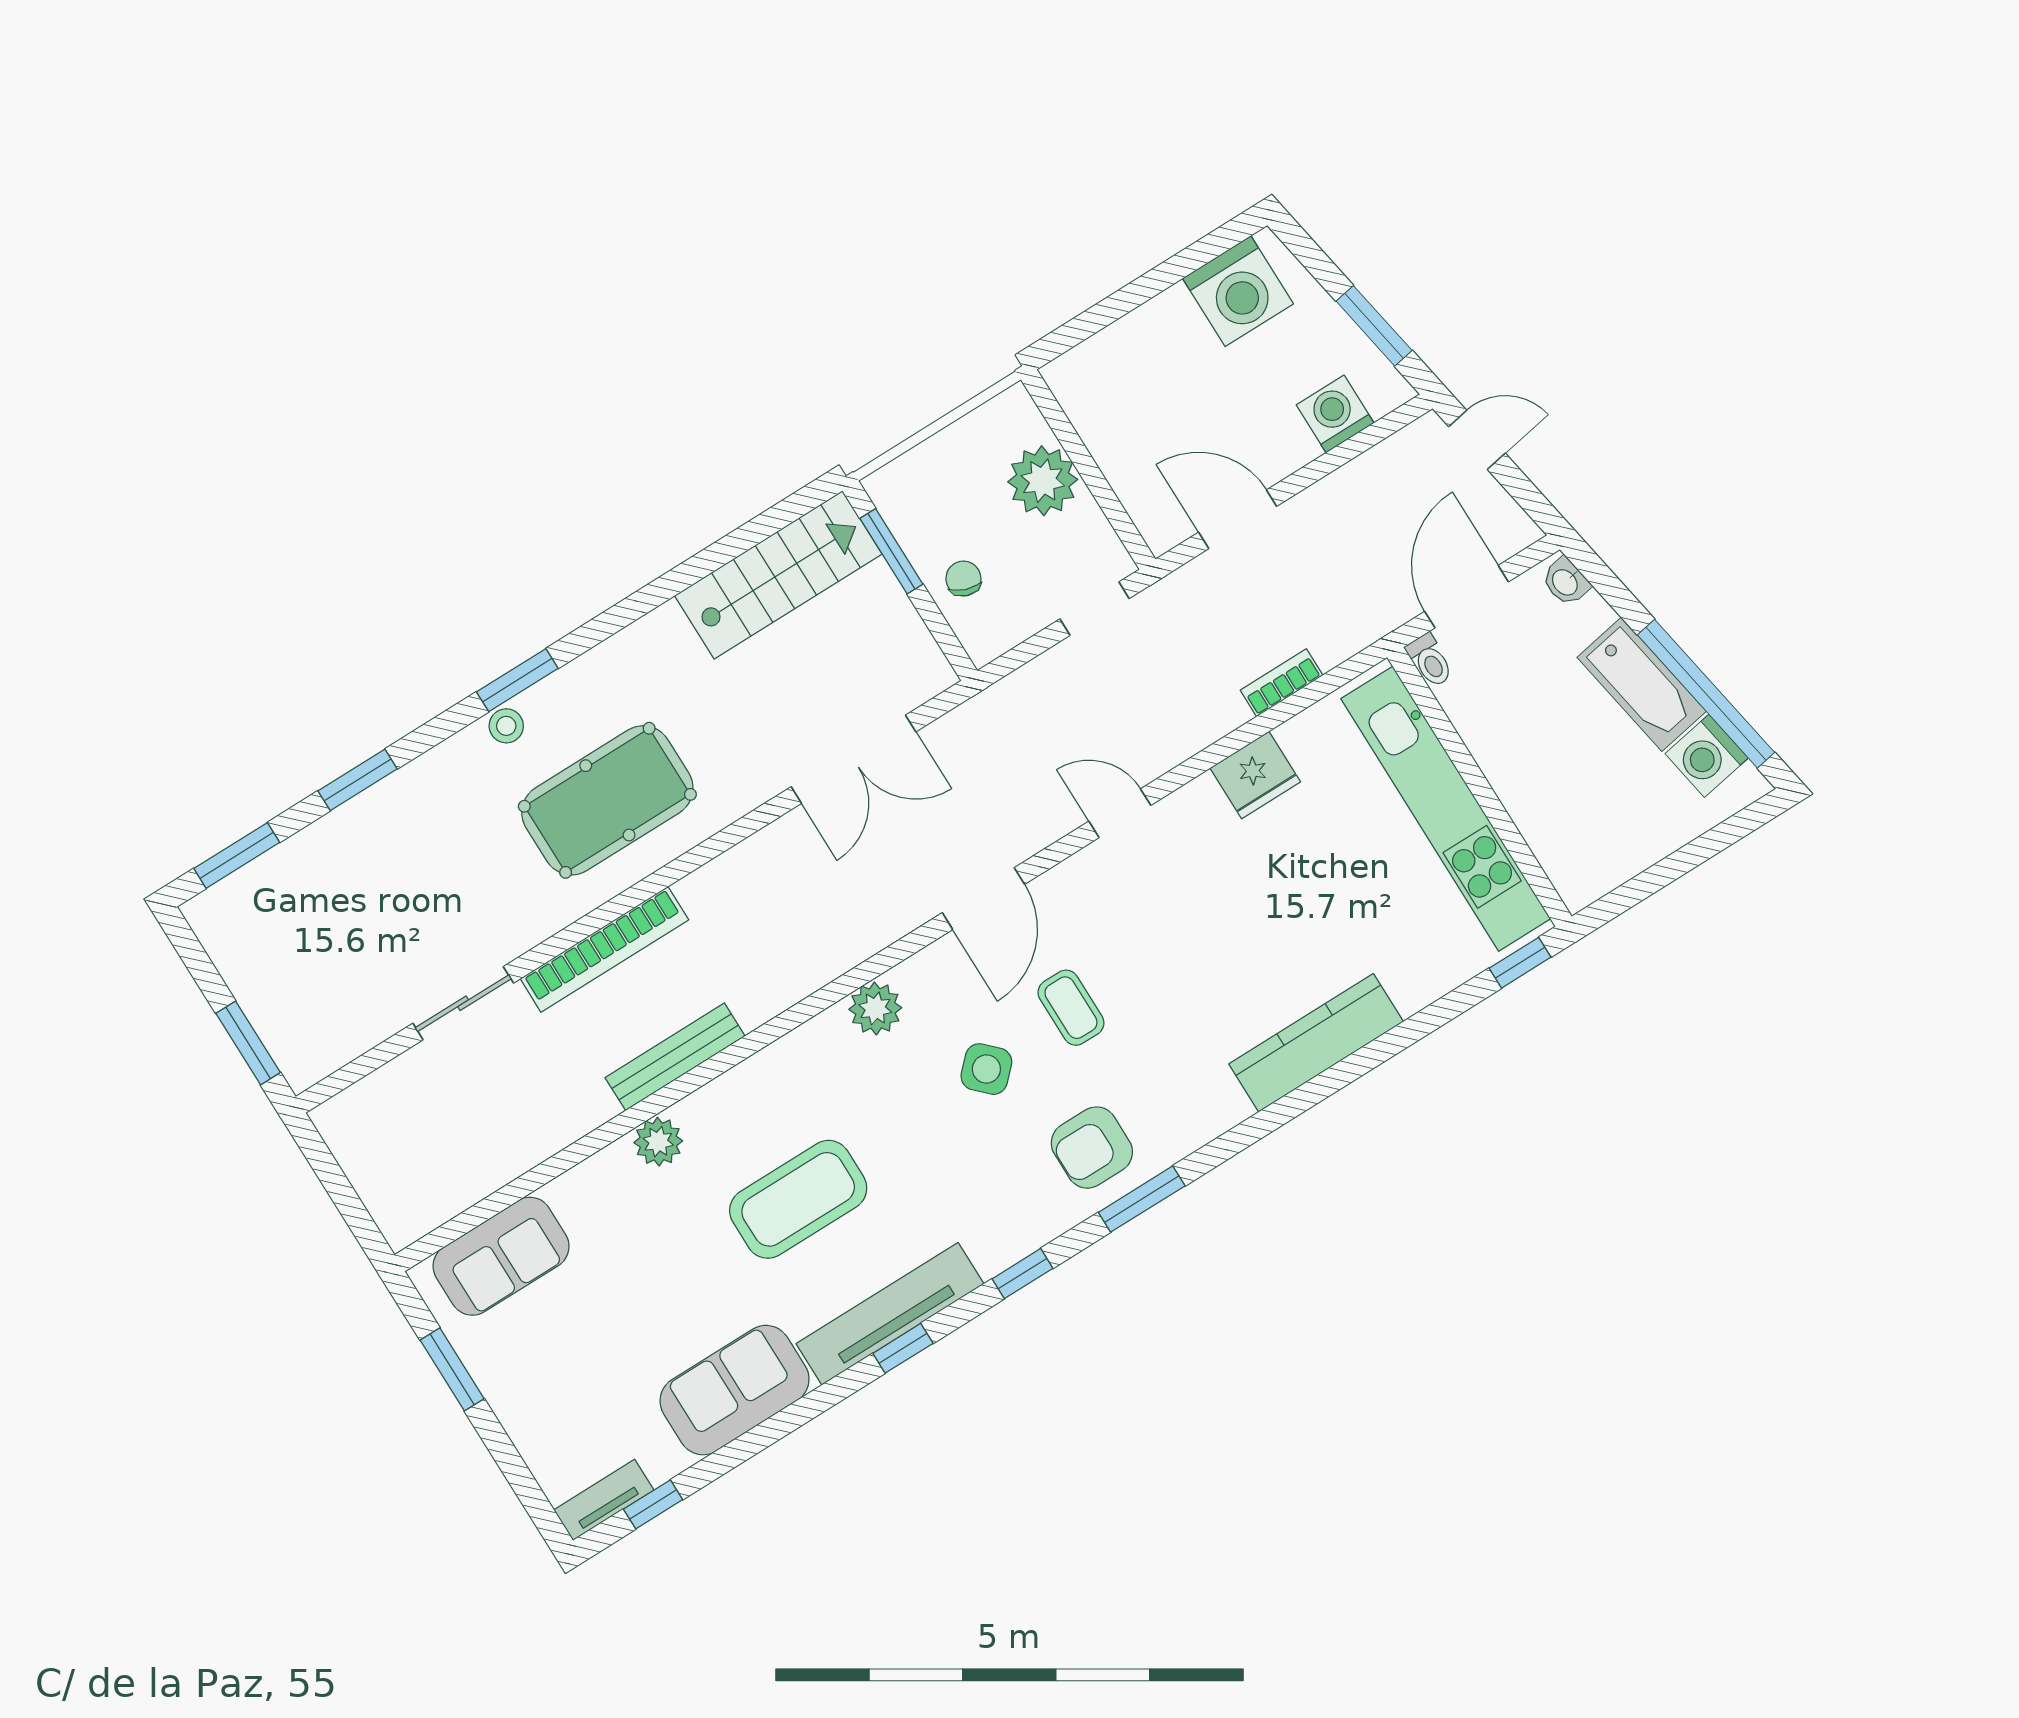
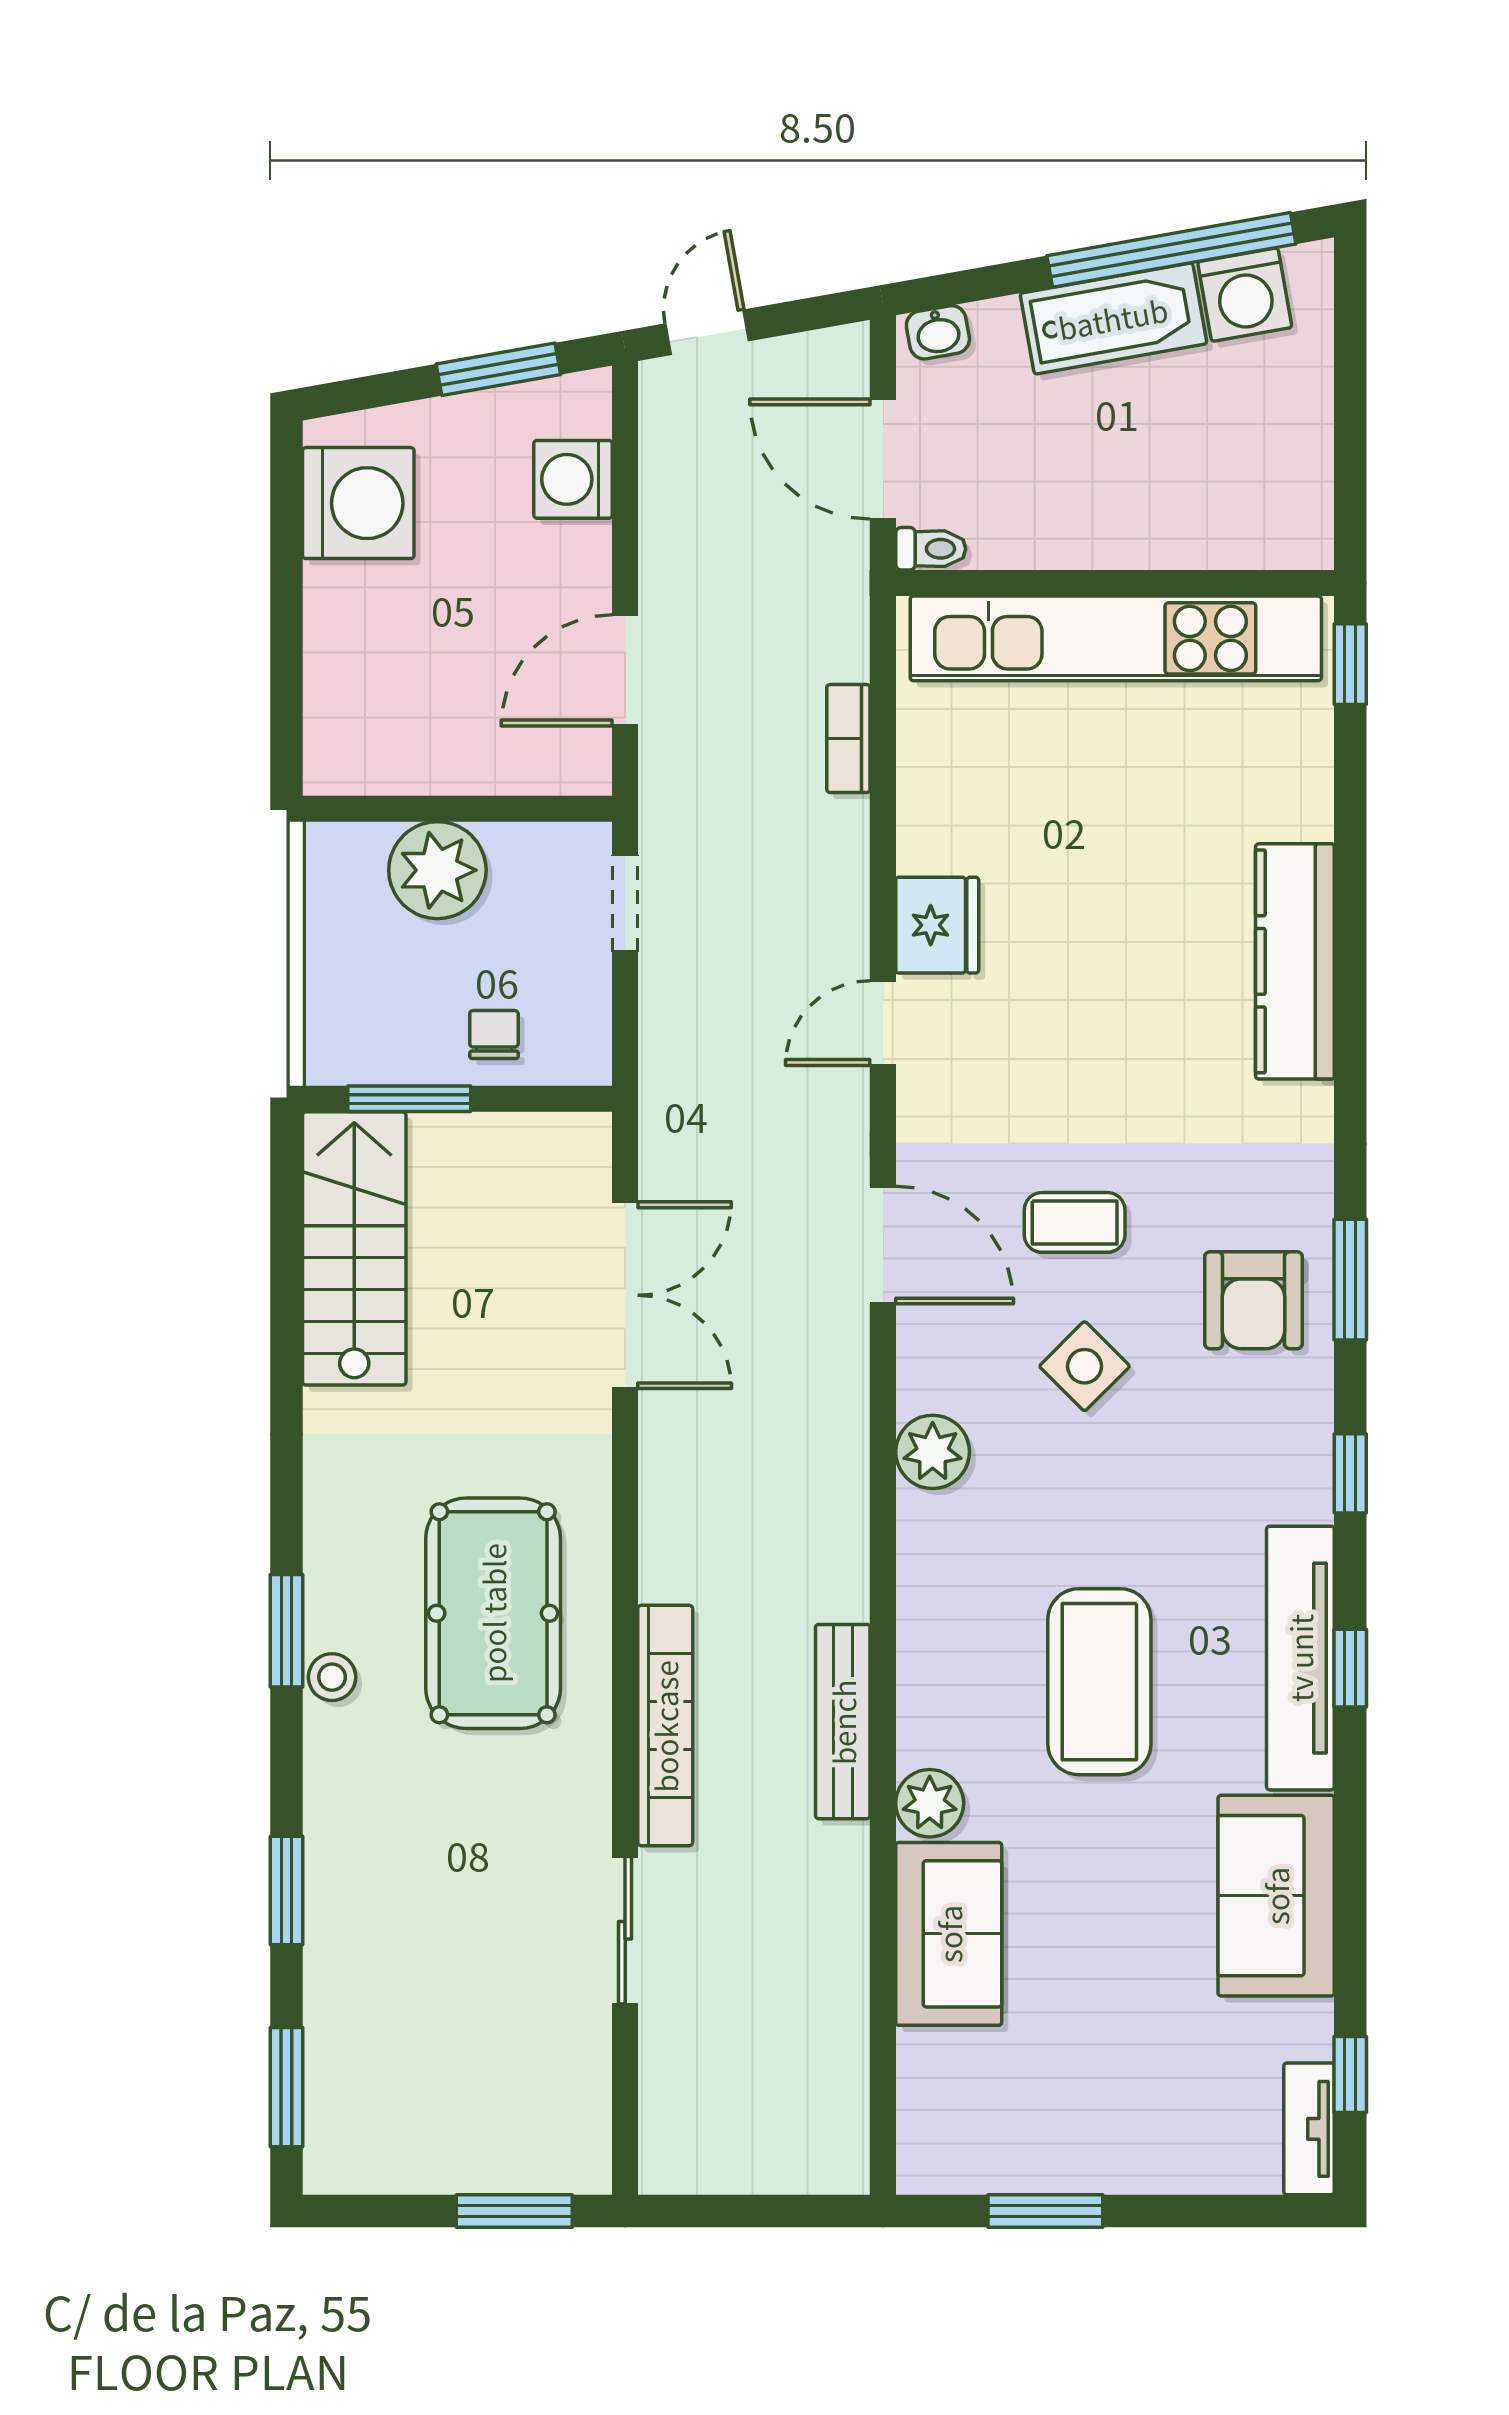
chair: (963, 579) -> (494, 1035), turned 70
fridge: (1255, 775) -> (937, 925), moved
sofa: (501, 1256) -> (949, 1934), moved

